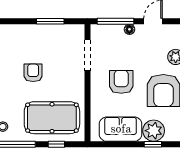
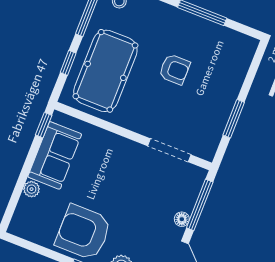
armchair: (121, 82) -> (117, 181), removed
plant: (154, 131) -> (32, 189), width x0.53, depth x0.53
window: (153, 144) -> (44, 125), moved

